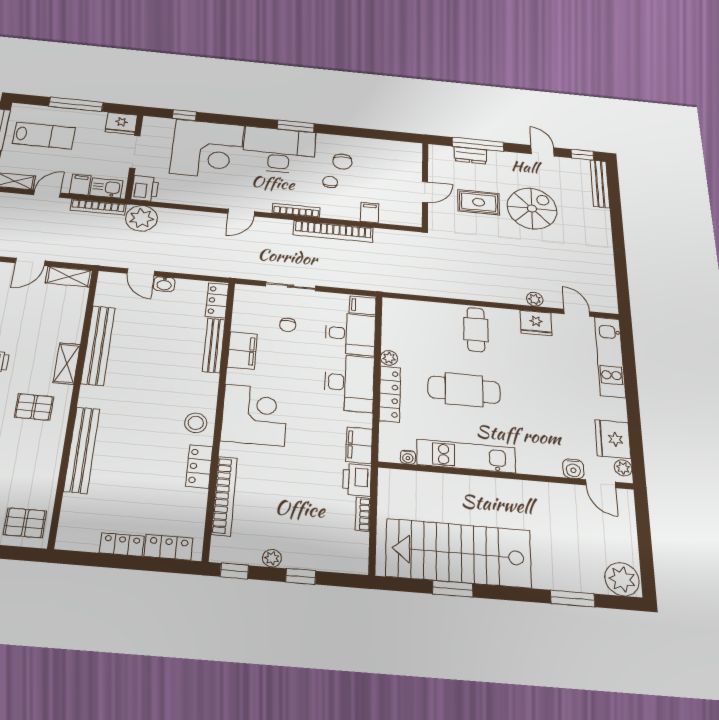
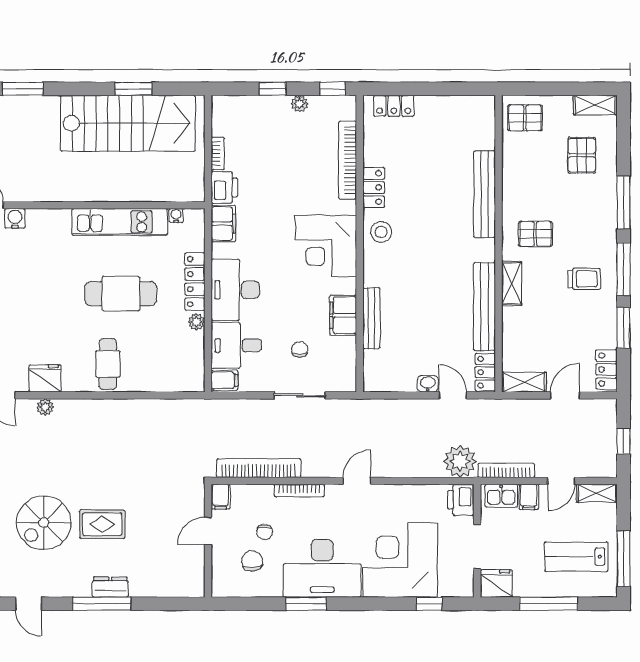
wall: (425, 185) -> (208, 541), moved
door: (425, 192) -> (208, 531), moved
locker: (217, 300) -> (485, 372), moved, turned 180
locker: (122, 544) -> (436, 105), removed

